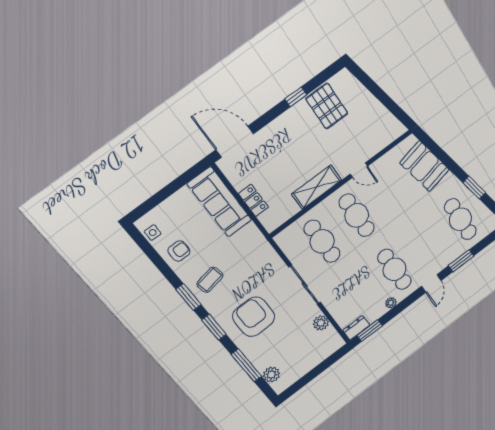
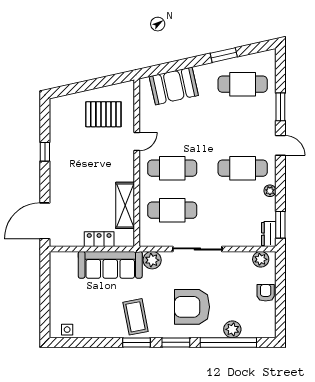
pallet: (327, 106) -> (103, 114), moved
shelving: (317, 187) -> (125, 205), moved
sofa: (220, 202) -> (110, 265), moved
armchair: (179, 251) -> (266, 293), moved
plant: (269, 257) -> (152, 260), added
coffee table: (210, 280) -> (136, 317), width x1.36, depth x1.30
plant: (321, 323) -> (261, 259), moved
window: (246, 365) -> (228, 342), width x1.46
plant: (271, 375) -> (232, 329), moved

